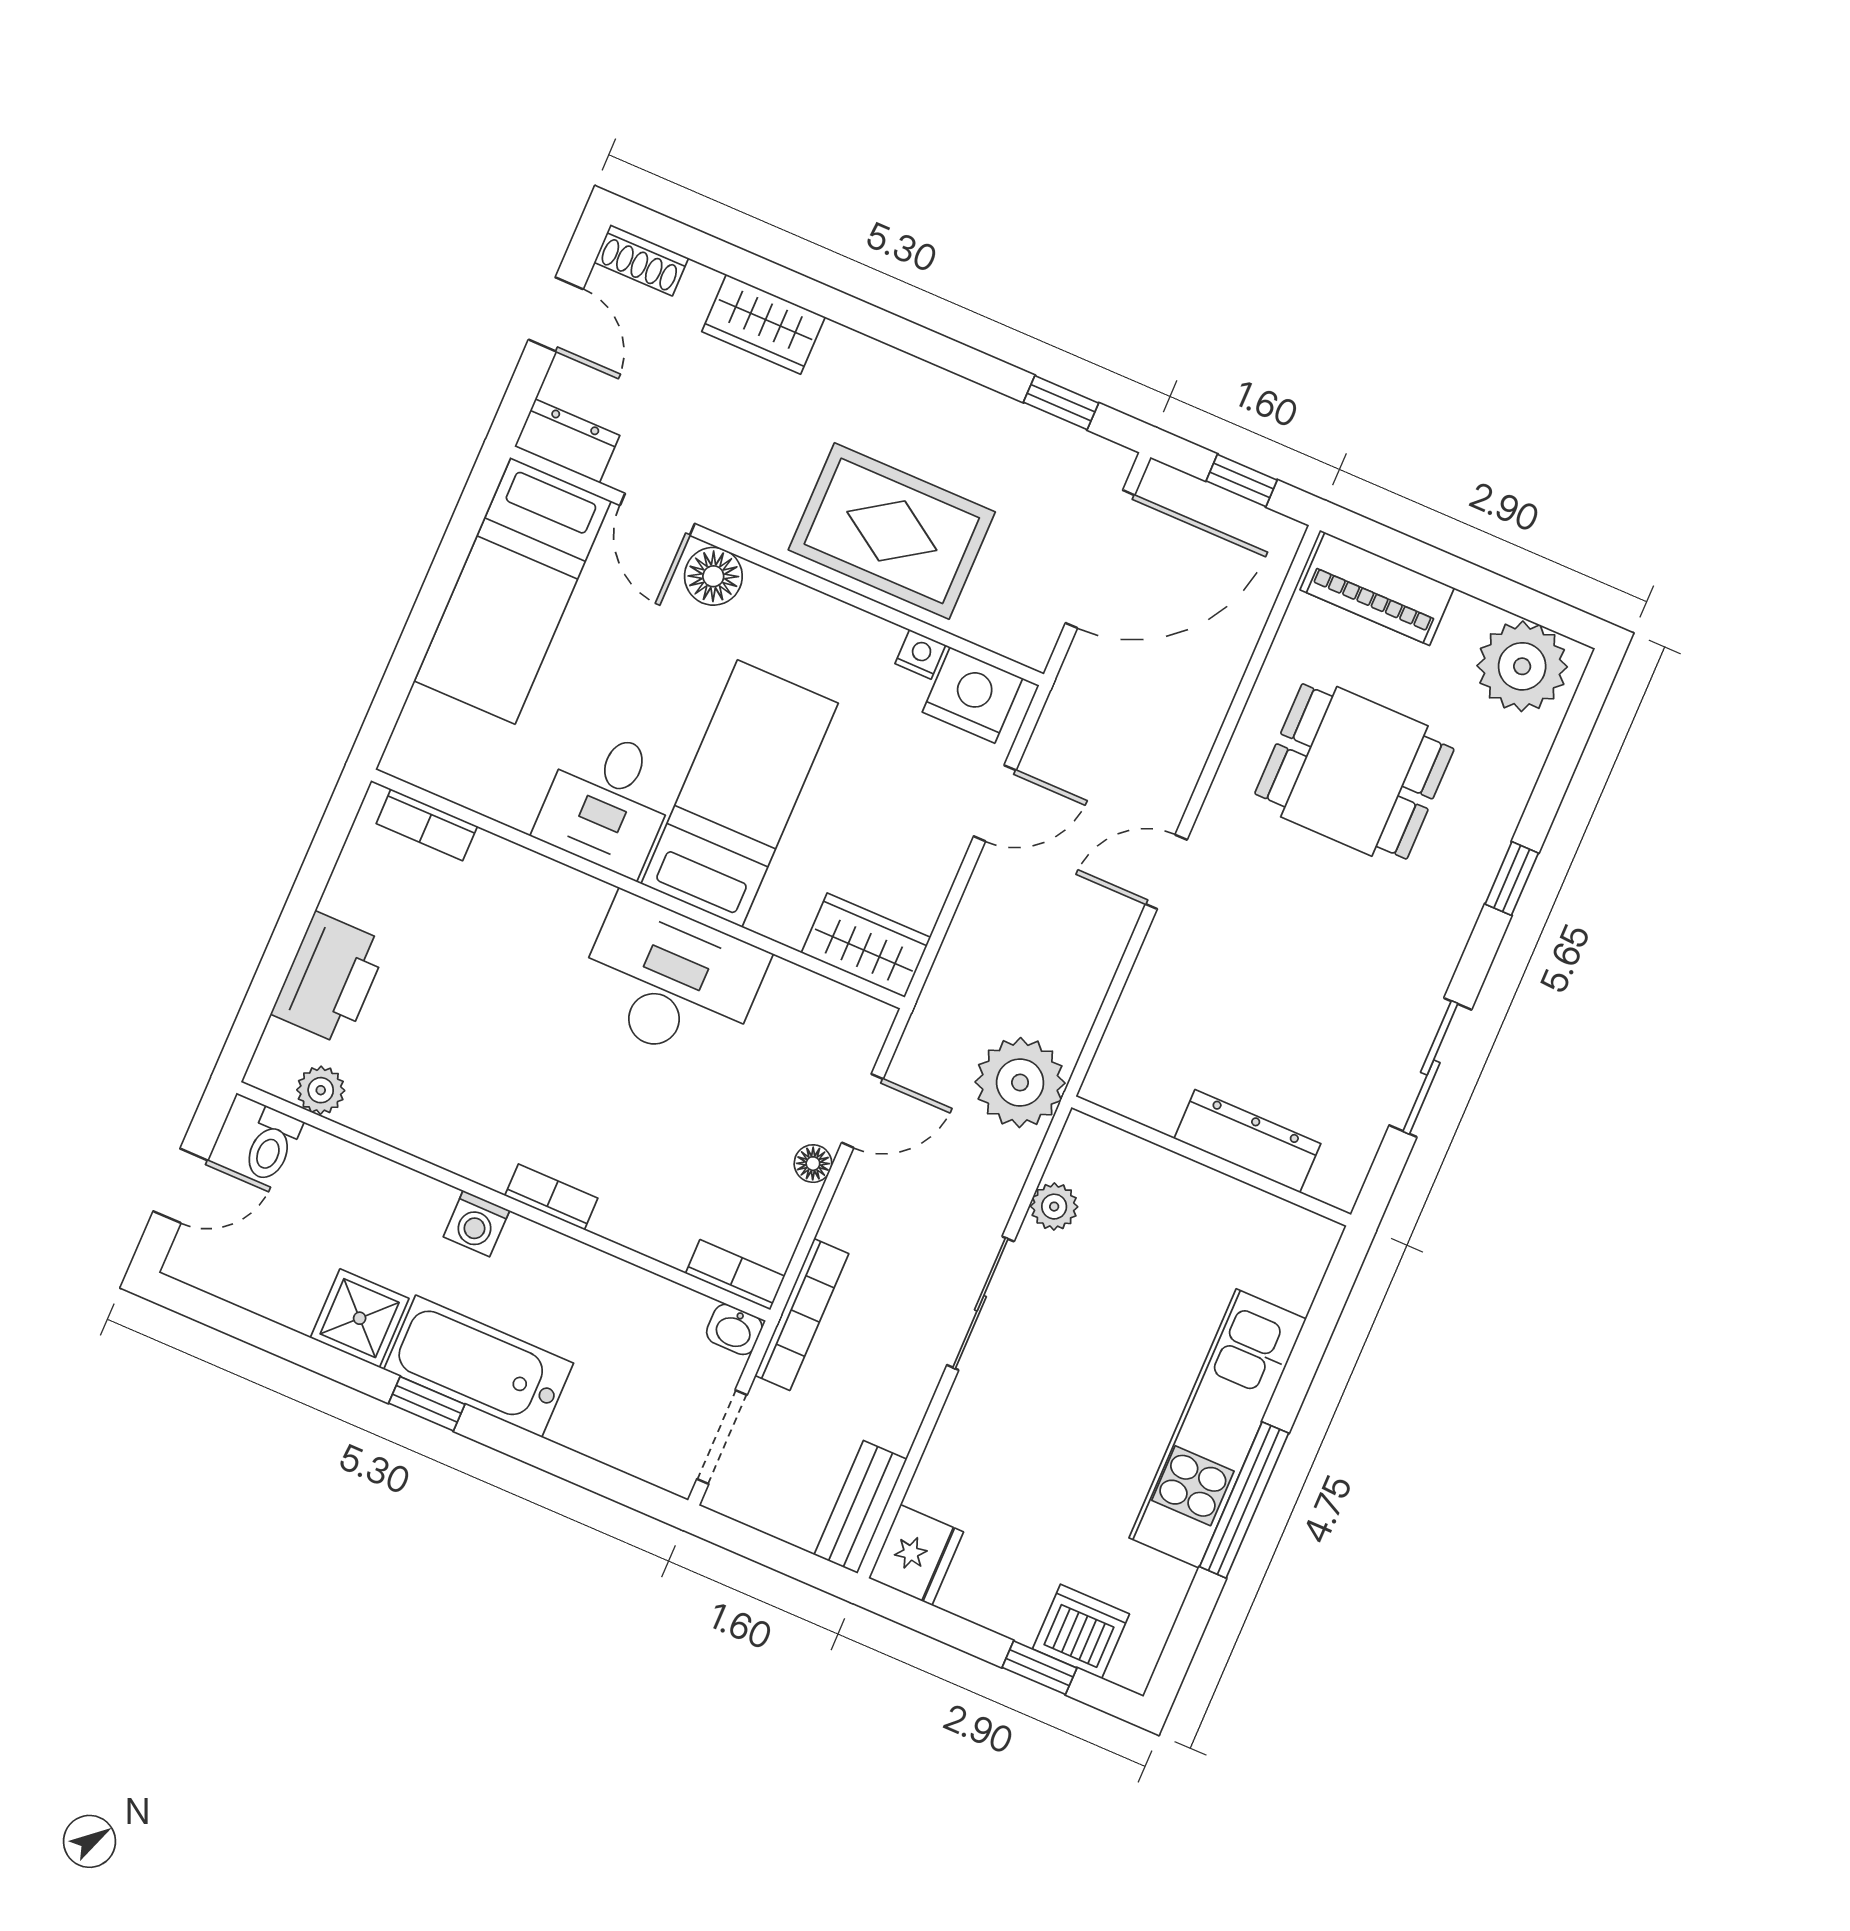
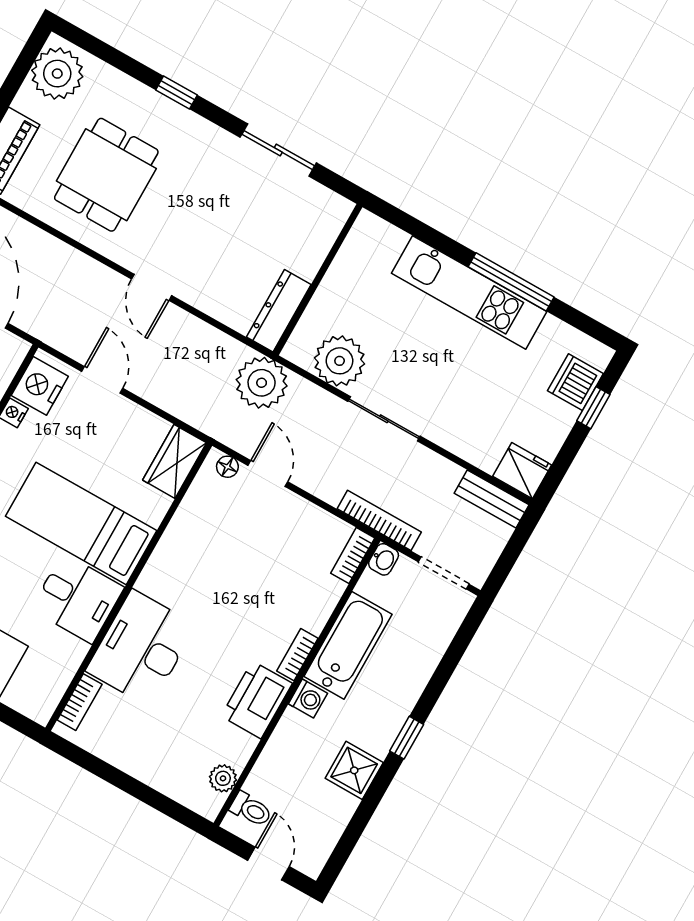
printer: (330, 978) -> (257, 700), moved, turned -90
desk: (670, 981) -> (141, 648), moved
dresser: (1247, 1141) -> (279, 311), moved
floor lamp: (813, 1164) -> (227, 467), moved
plant: (1054, 1207) -> (340, 361), width x1.88, depth x1.88
bathtub: (479, 1366) -> (348, 645), moved, turned 180

